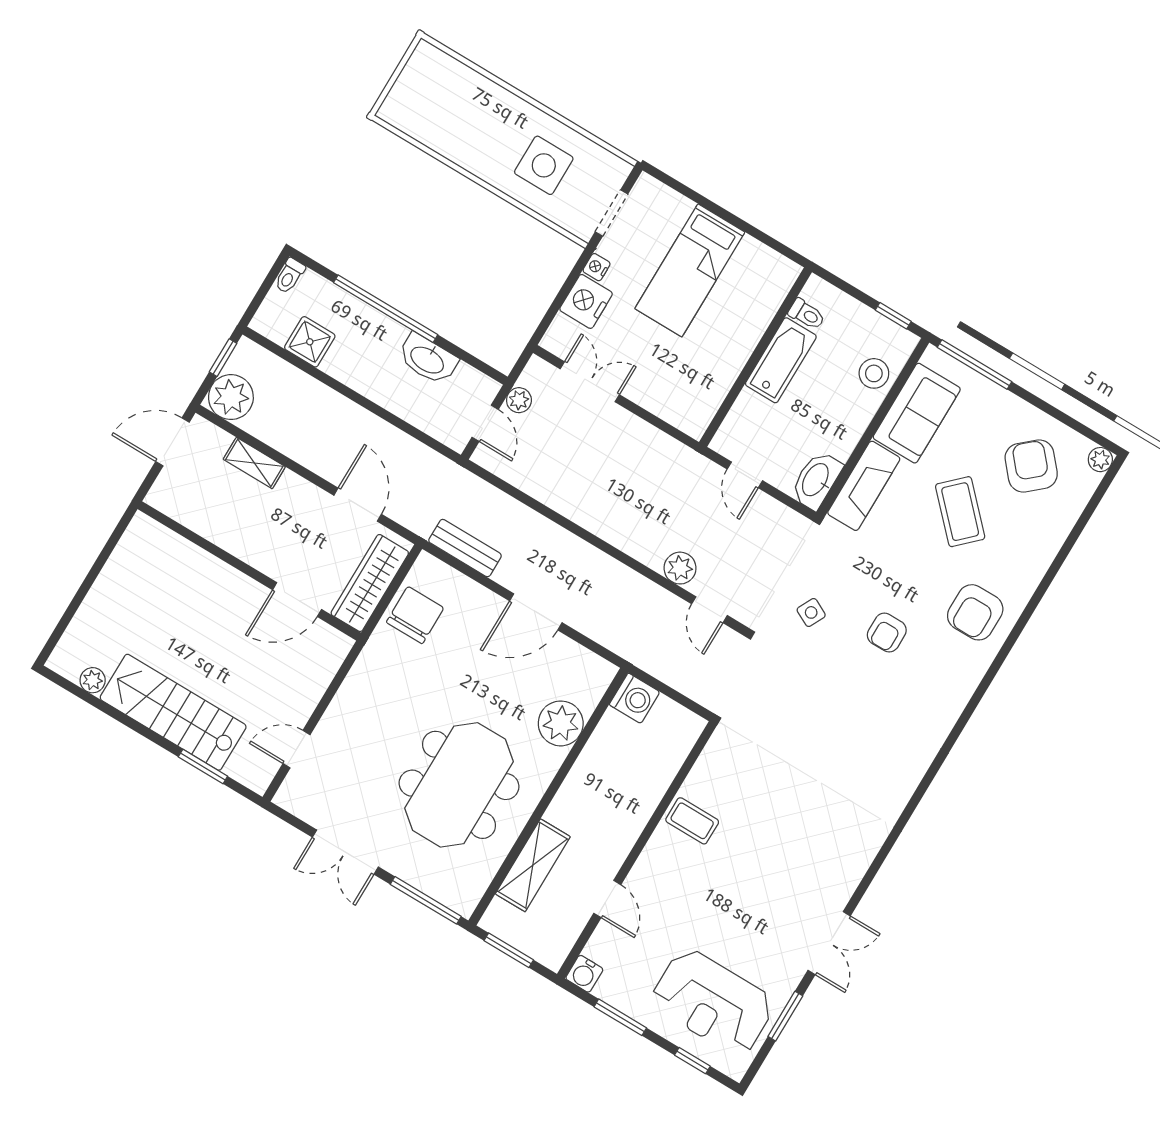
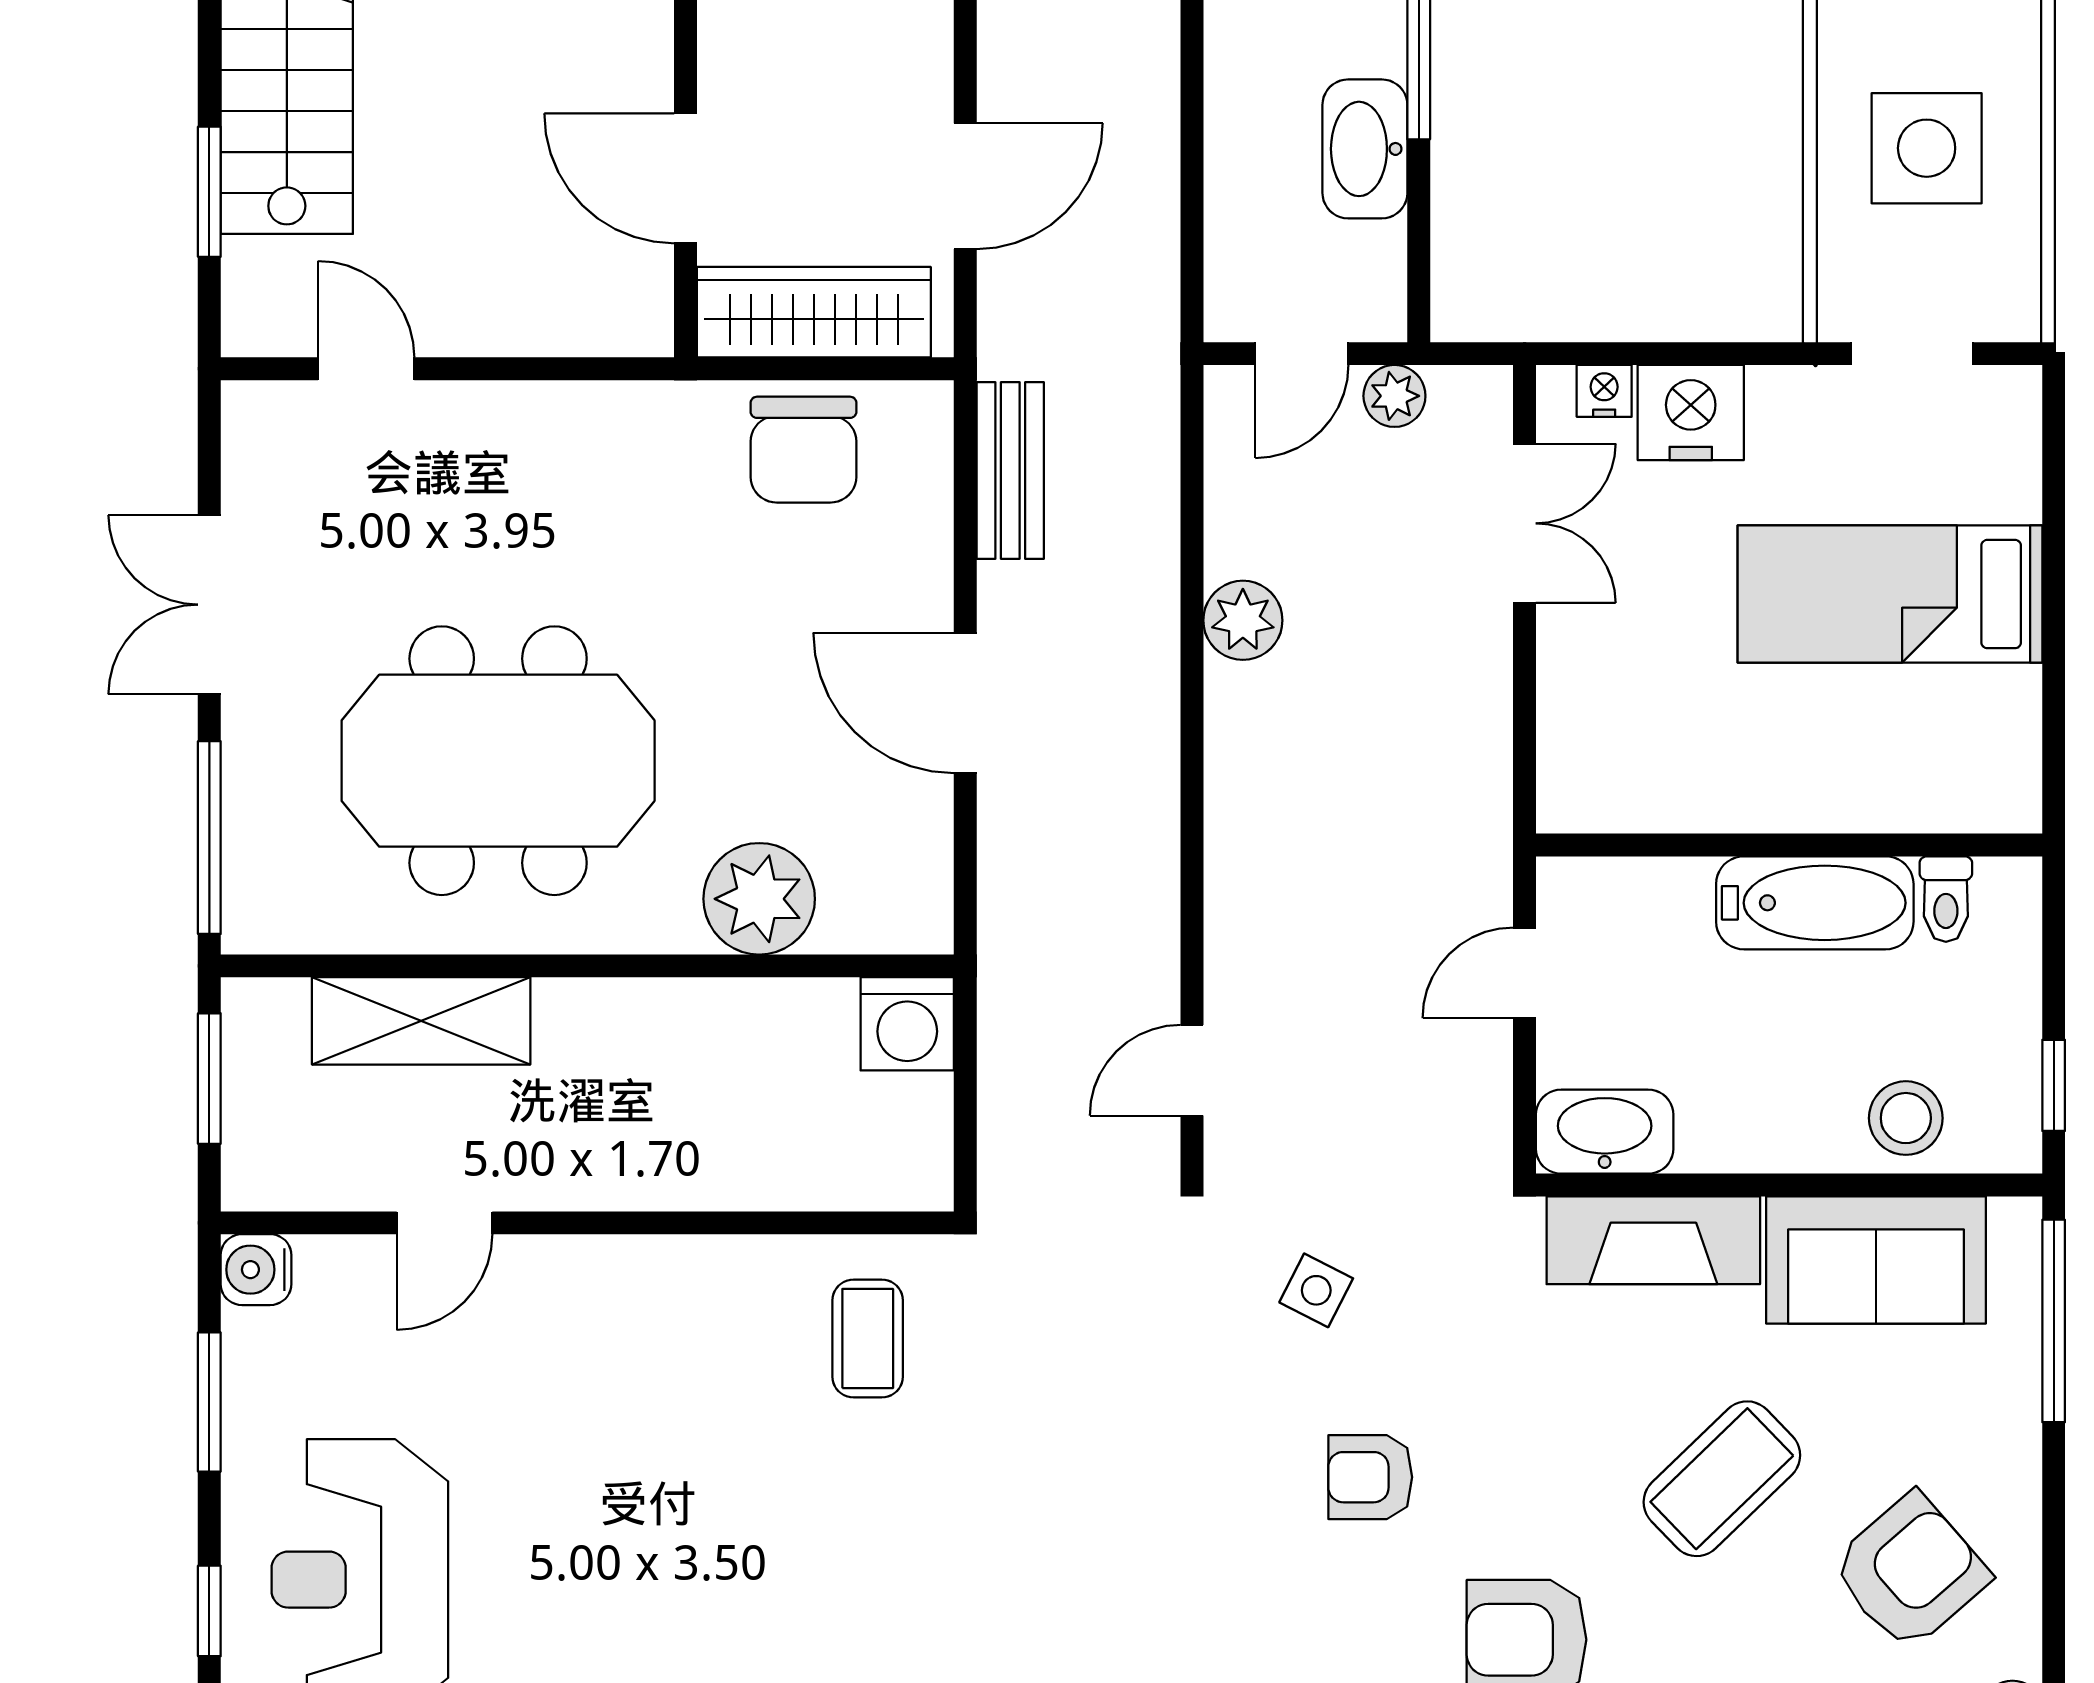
nightstand: (597, 267) -> (1604, 391), moved
plant: (680, 568) -> (1243, 620), moved
chair: (415, 615) -> (804, 450), turned 90
coffee table: (692, 821) -> (868, 1339), moved

